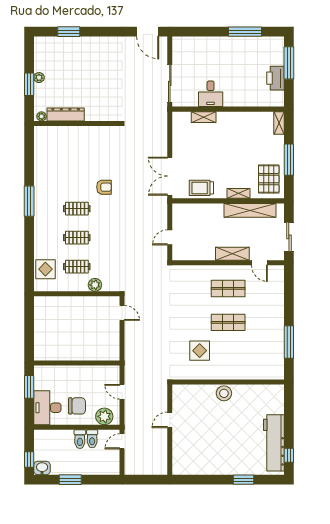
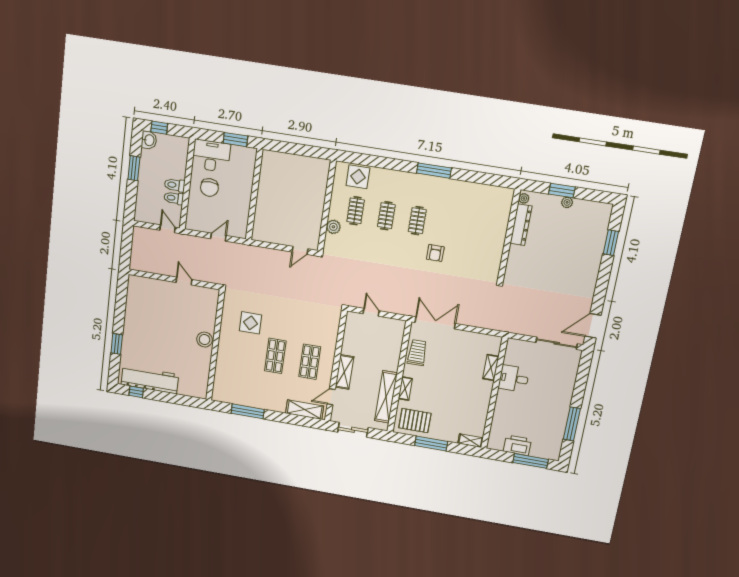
sliding door: (170, 83) -> (557, 343), moved
shelving: (277, 287) -> (305, 410), added
plant: (104, 416) -> (195, 214), removed

